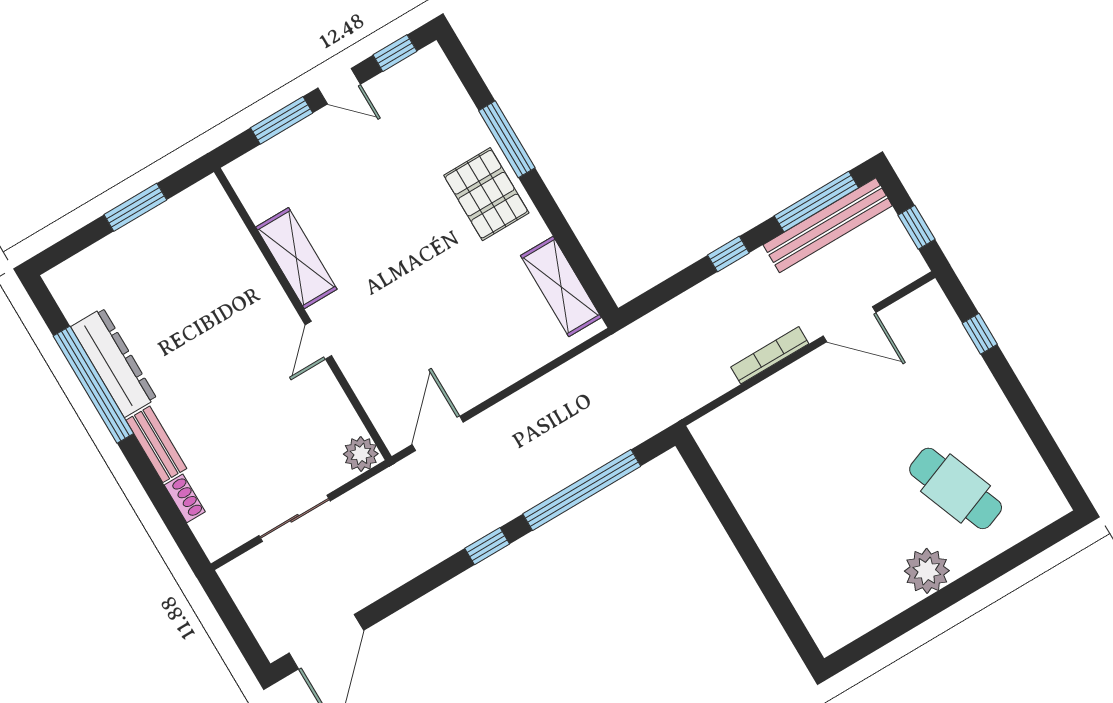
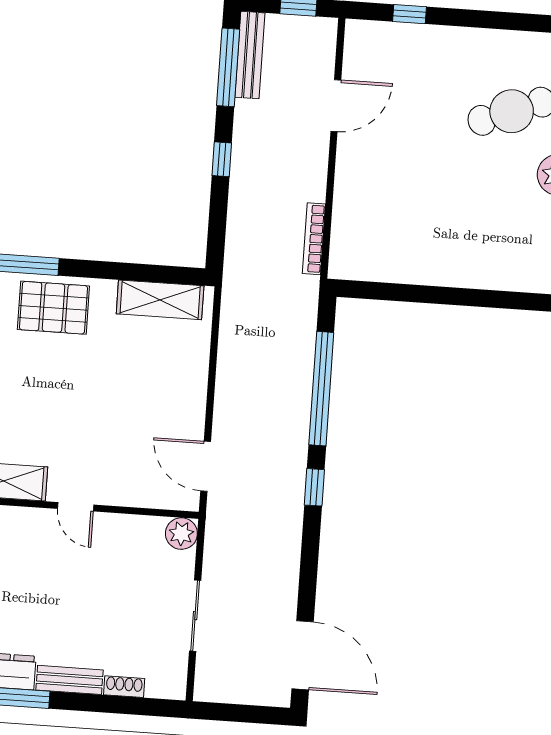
bench: (828, 225) -> (250, 55), width x0.73, depth x0.82
bookcase: (770, 355) -> (314, 239), moved

